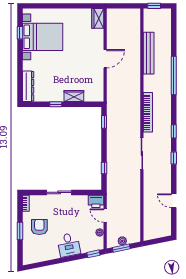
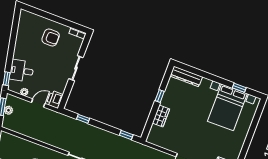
window: (20, 231) -> (54, 18), removed
desk: (69, 245) -> (22, 71), moved

